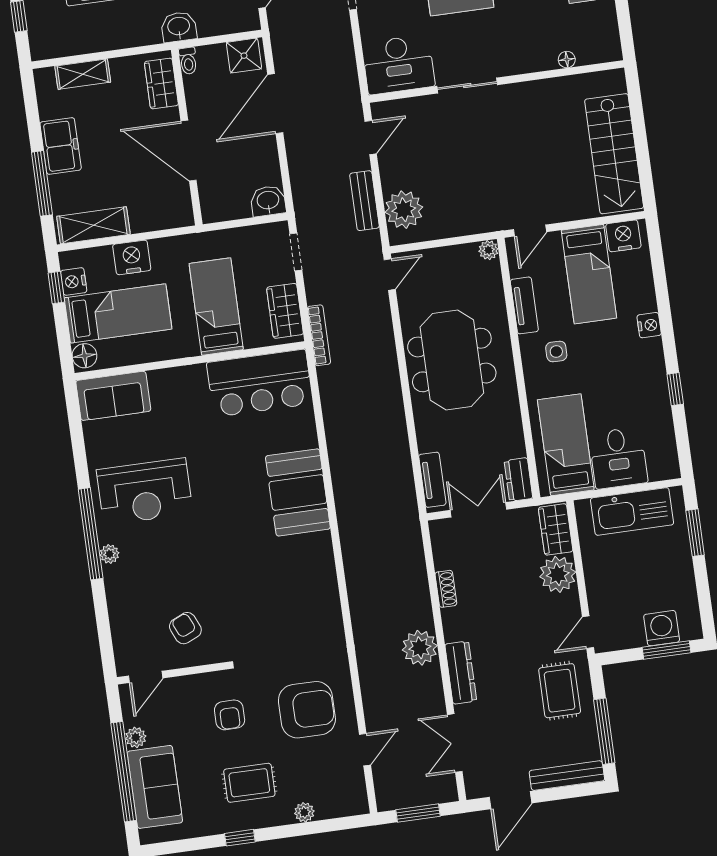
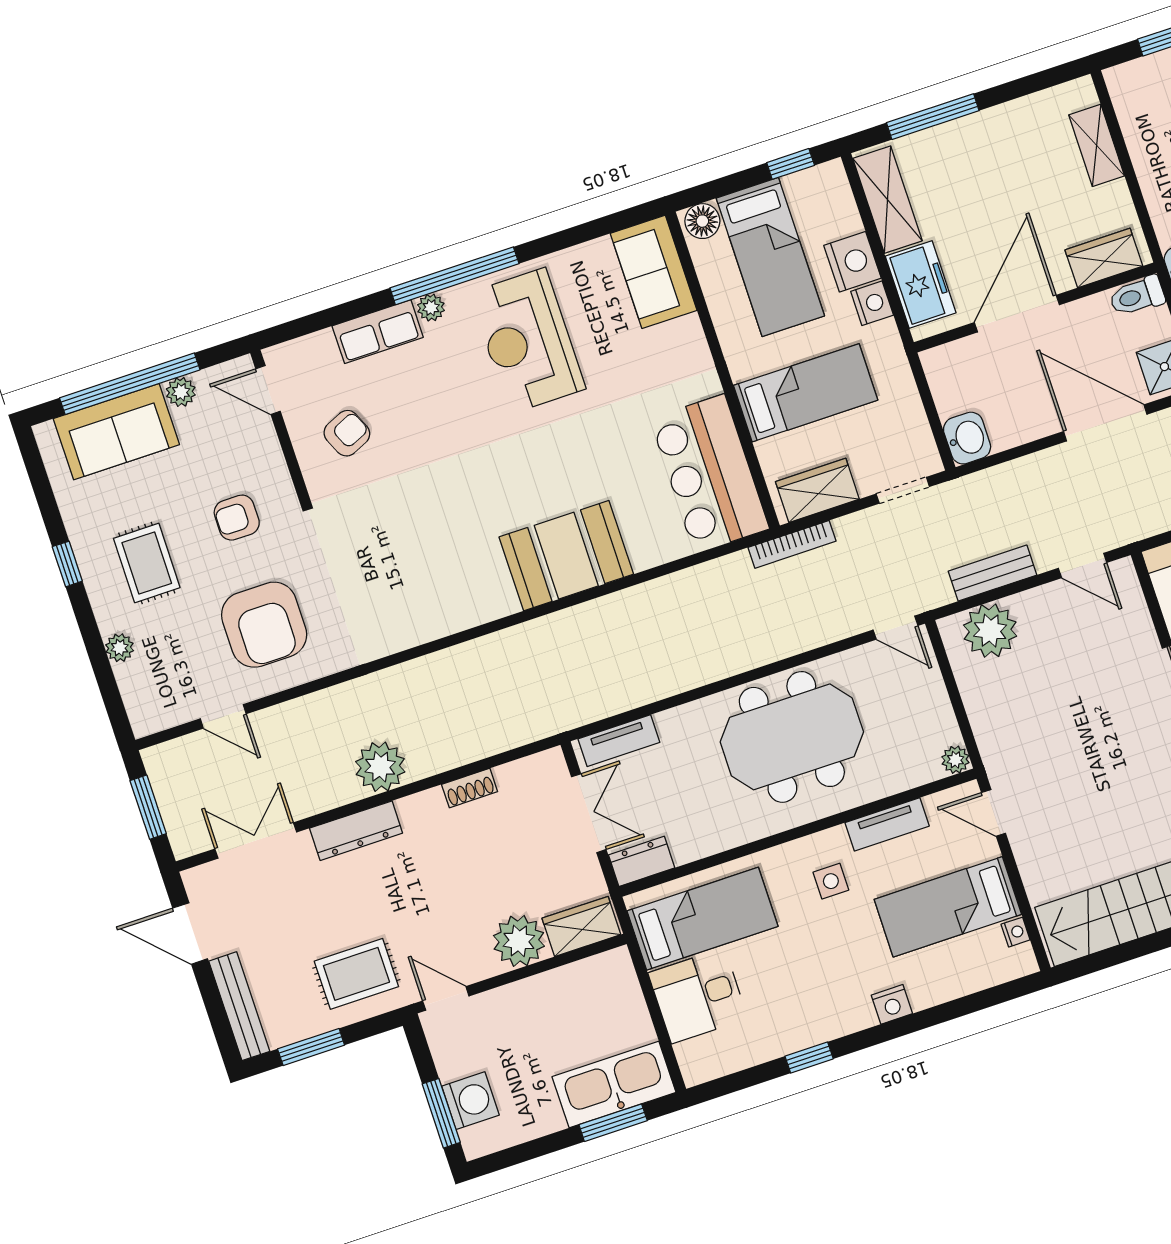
toilet: (188, 61) -> (1137, 296), width x1.37, depth x1.39
freezer: (61, 146) -> (921, 284), moved, turned -90
nightstand: (623, 236) -> (1016, 932), width x0.53, depth x0.56
nightstand: (74, 281) -> (872, 303), moved, turned 90
kitchen sink: (632, 511) -> (614, 1085), moved, turned 90
row of seats: (119, 594) -> (378, 332), added
window: (604, 731) -> (311, 1047), width x0.69

